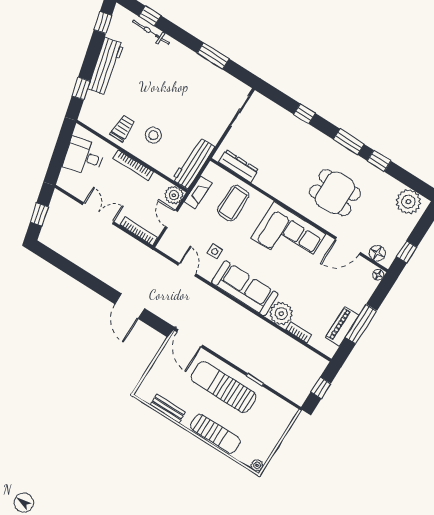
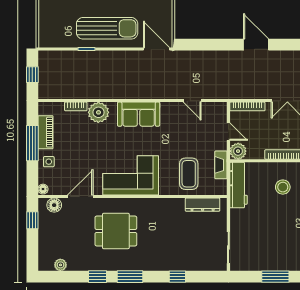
plant: (408, 202) -> (60, 265), width x0.53, depth x0.53
side table: (215, 252) -> (49, 162), moved
sofa: (245, 288) -> (139, 114), width x0.73
door: (130, 306) -> (256, 45), moved

